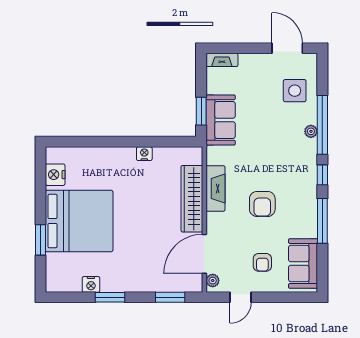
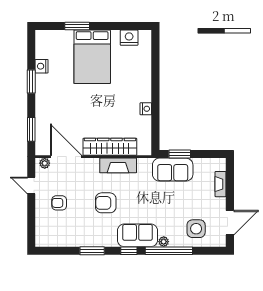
fireplace: (222, 60) -> (221, 184), moved
bed: (79, 221) -> (92, 57), width x0.73
window: (322, 221) -> (92, 251), width x0.69
sofa: (303, 263) -> (138, 235), moved

